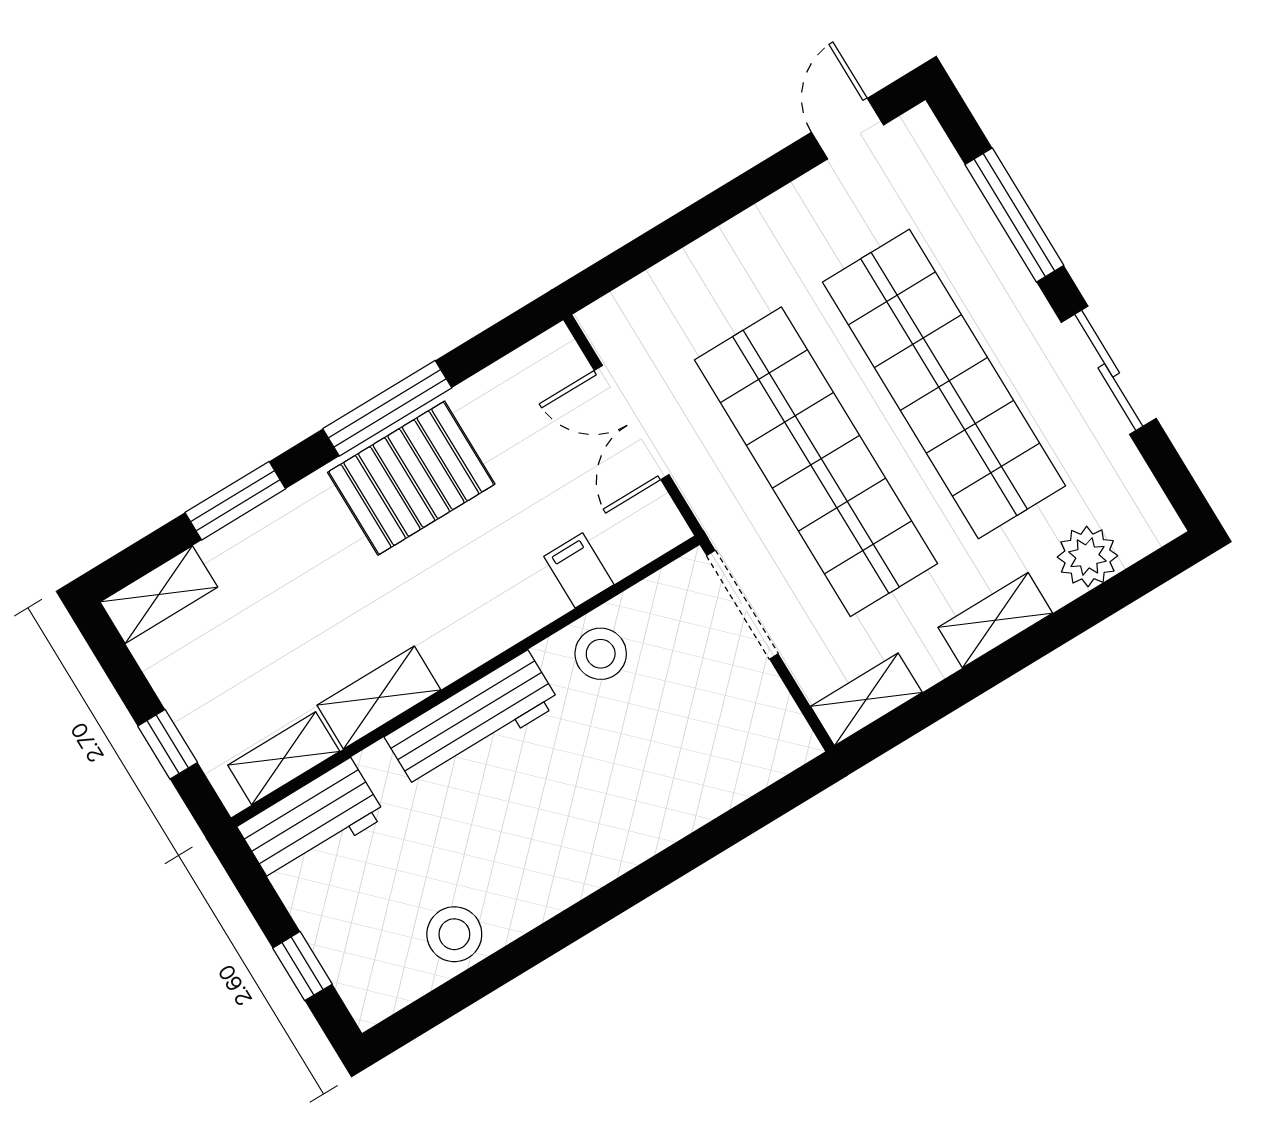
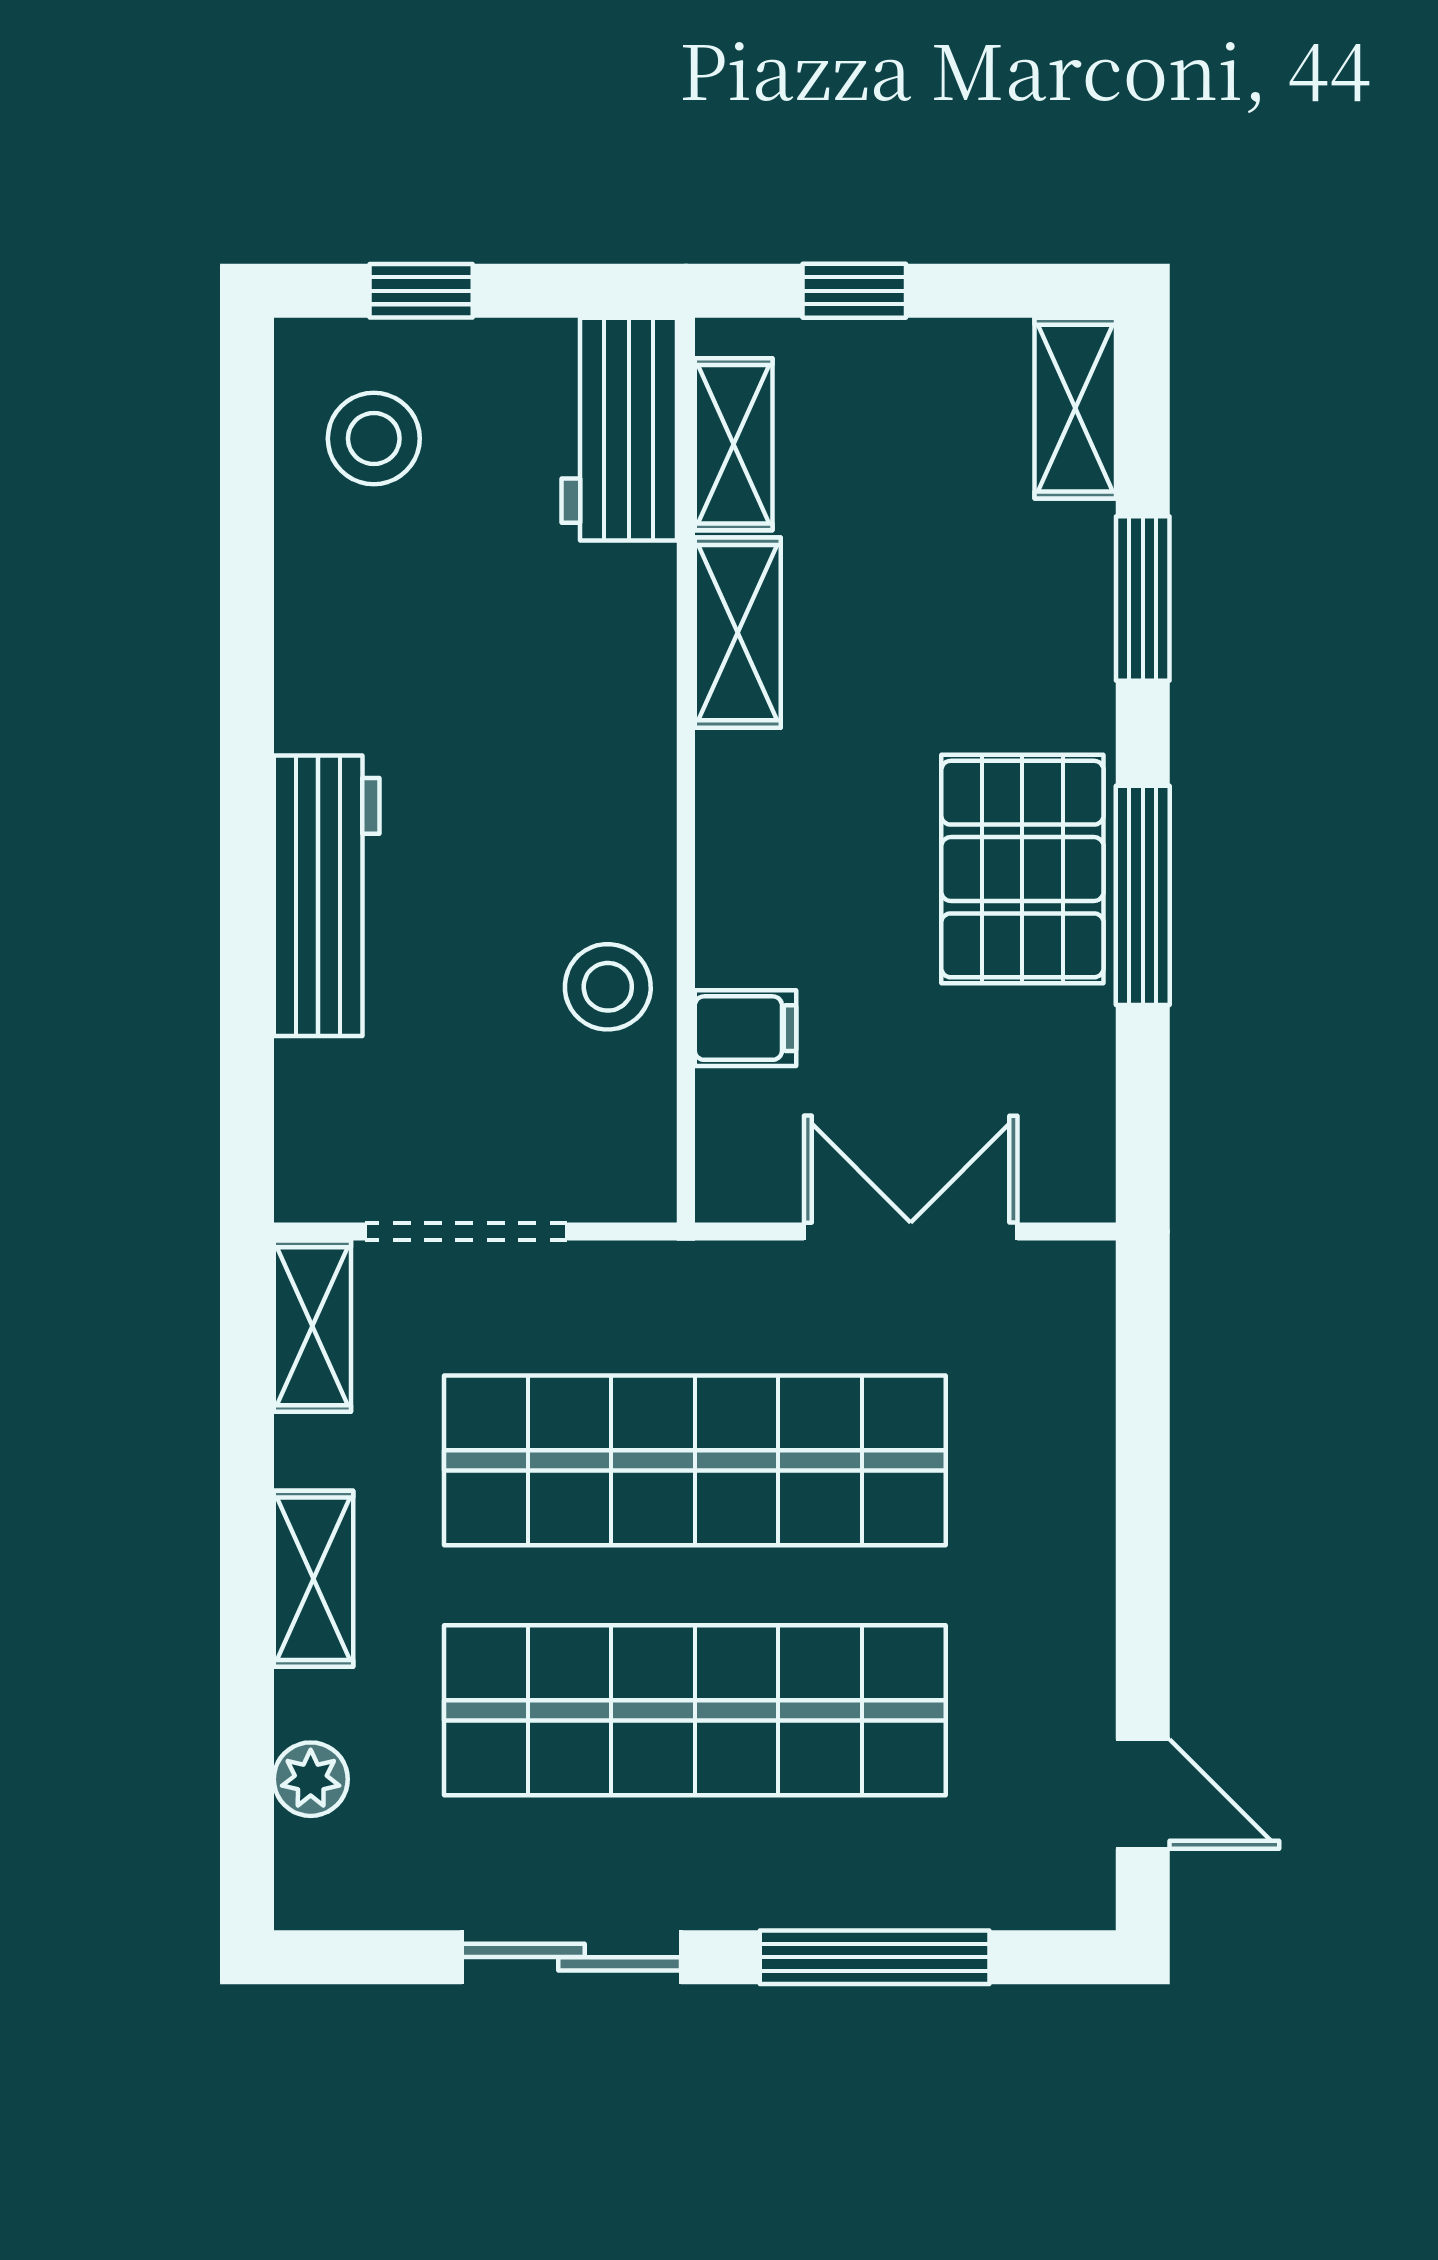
plant: (1087, 556) -> (311, 1779), width x0.73, depth x0.73
doorway: (742, 605) -> (466, 1231), moved
workbench: (472, 720) -> (327, 896), moved, turned 180
stool: (454, 934) -> (374, 439), moved

